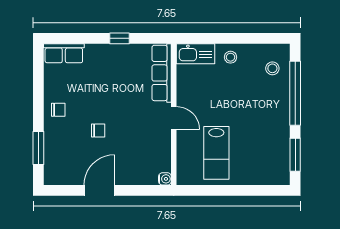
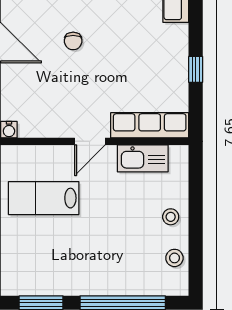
kitchen sink: (196, 54) -> (143, 158), moved, turned -90
stool: (272, 68) -> (174, 258), moved

